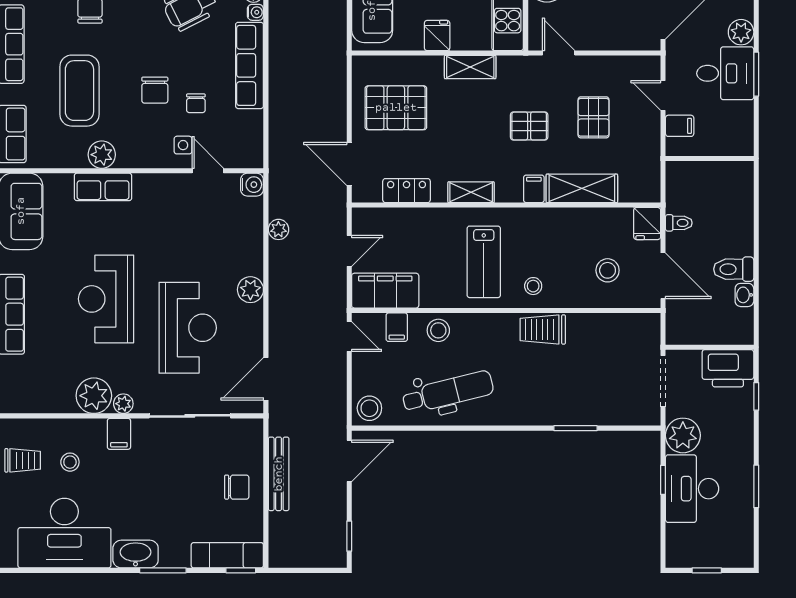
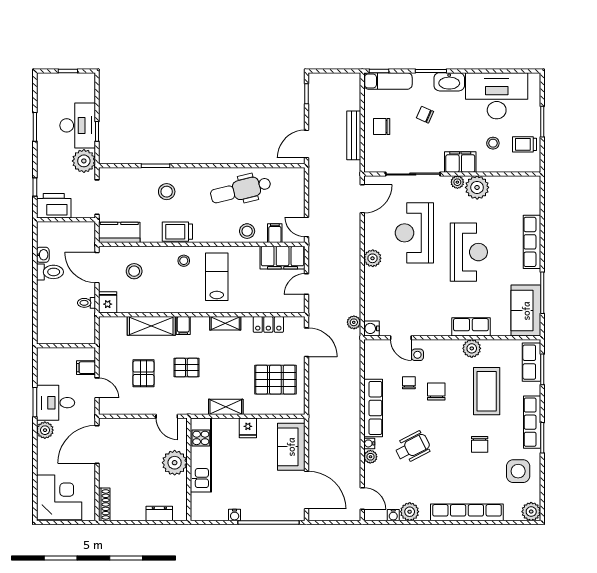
plant: (278, 229) -> (354, 322), moved
kitchen counter: (630, 328) -> (119, 232), added
trolley: (543, 330) -> (177, 232), turned 180
stool: (369, 408) -> (167, 192), moved
filing cabinet: (119, 434) -> (460, 162), width x2.00
chair: (172, 505) -> (425, 115), added

